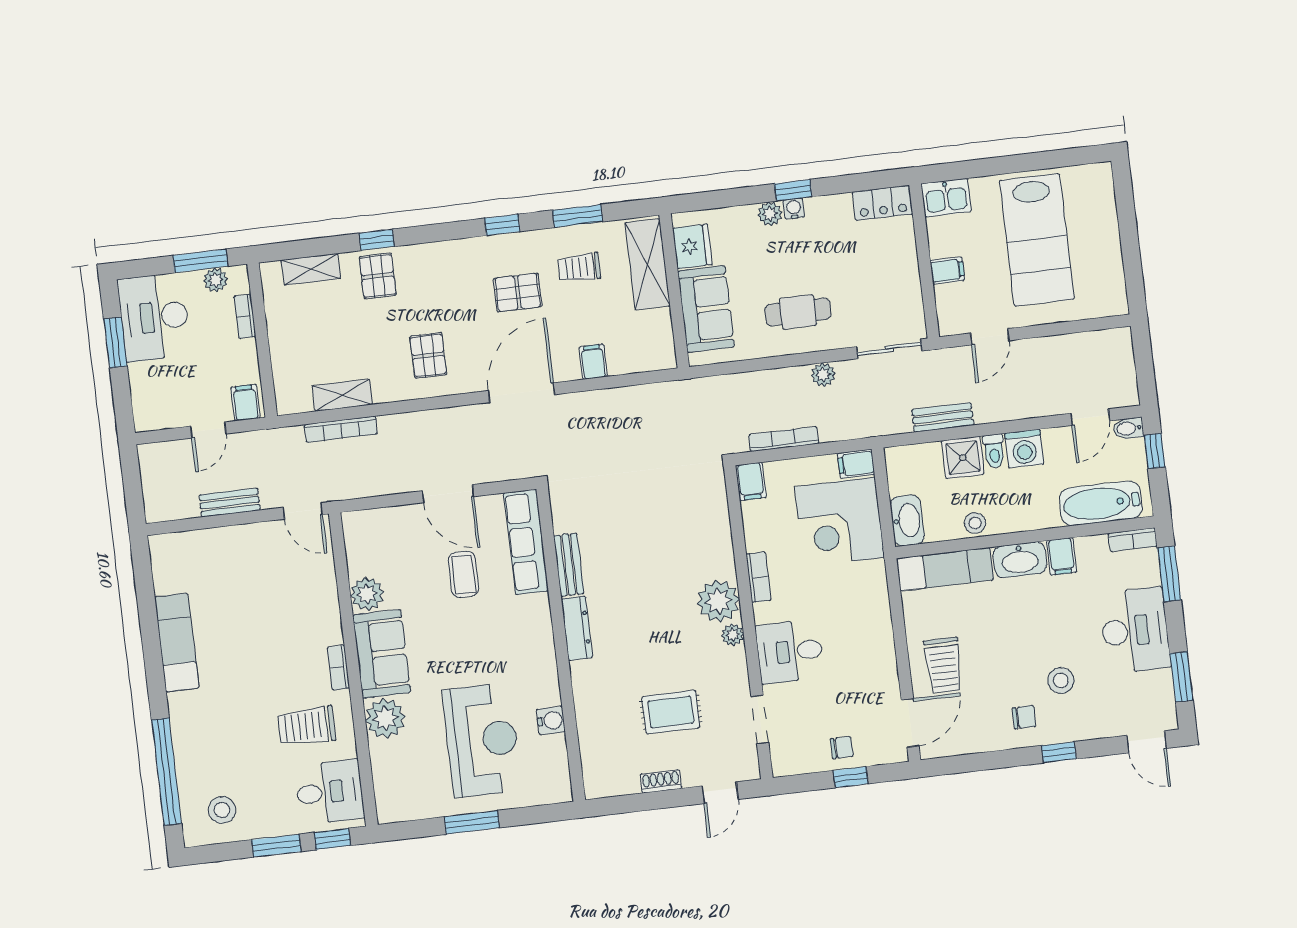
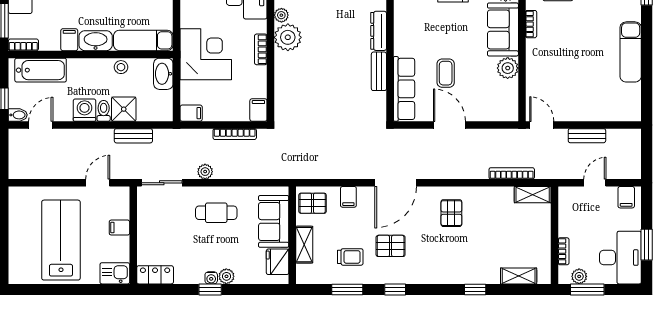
shelving: (647, 264) -> (304, 245), width x0.67, depth x0.75
pallet: (378, 276) -> (313, 203), moved, turned 90
shelving: (342, 395) -> (533, 195), moved
filing cabinet: (245, 403) -> (626, 197), moved
corner desk: (840, 522) -> (206, 54), moved

